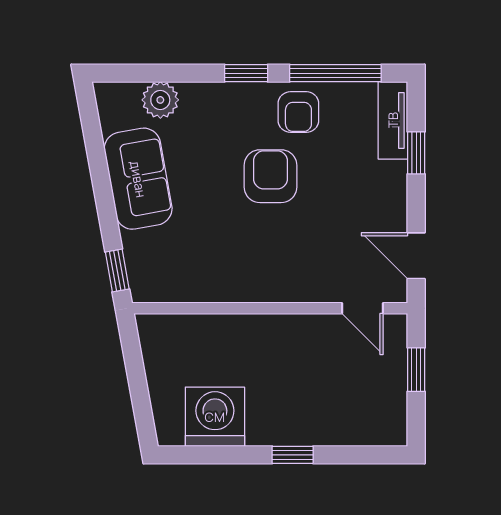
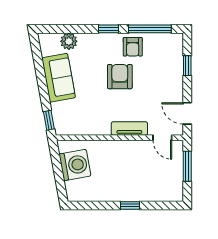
tv unit: (393, 120) -> (129, 129), moved, turned 90
window: (416, 370) -> (187, 166), width x1.50
washing machine: (215, 417) -> (75, 165), moved, turned 80

